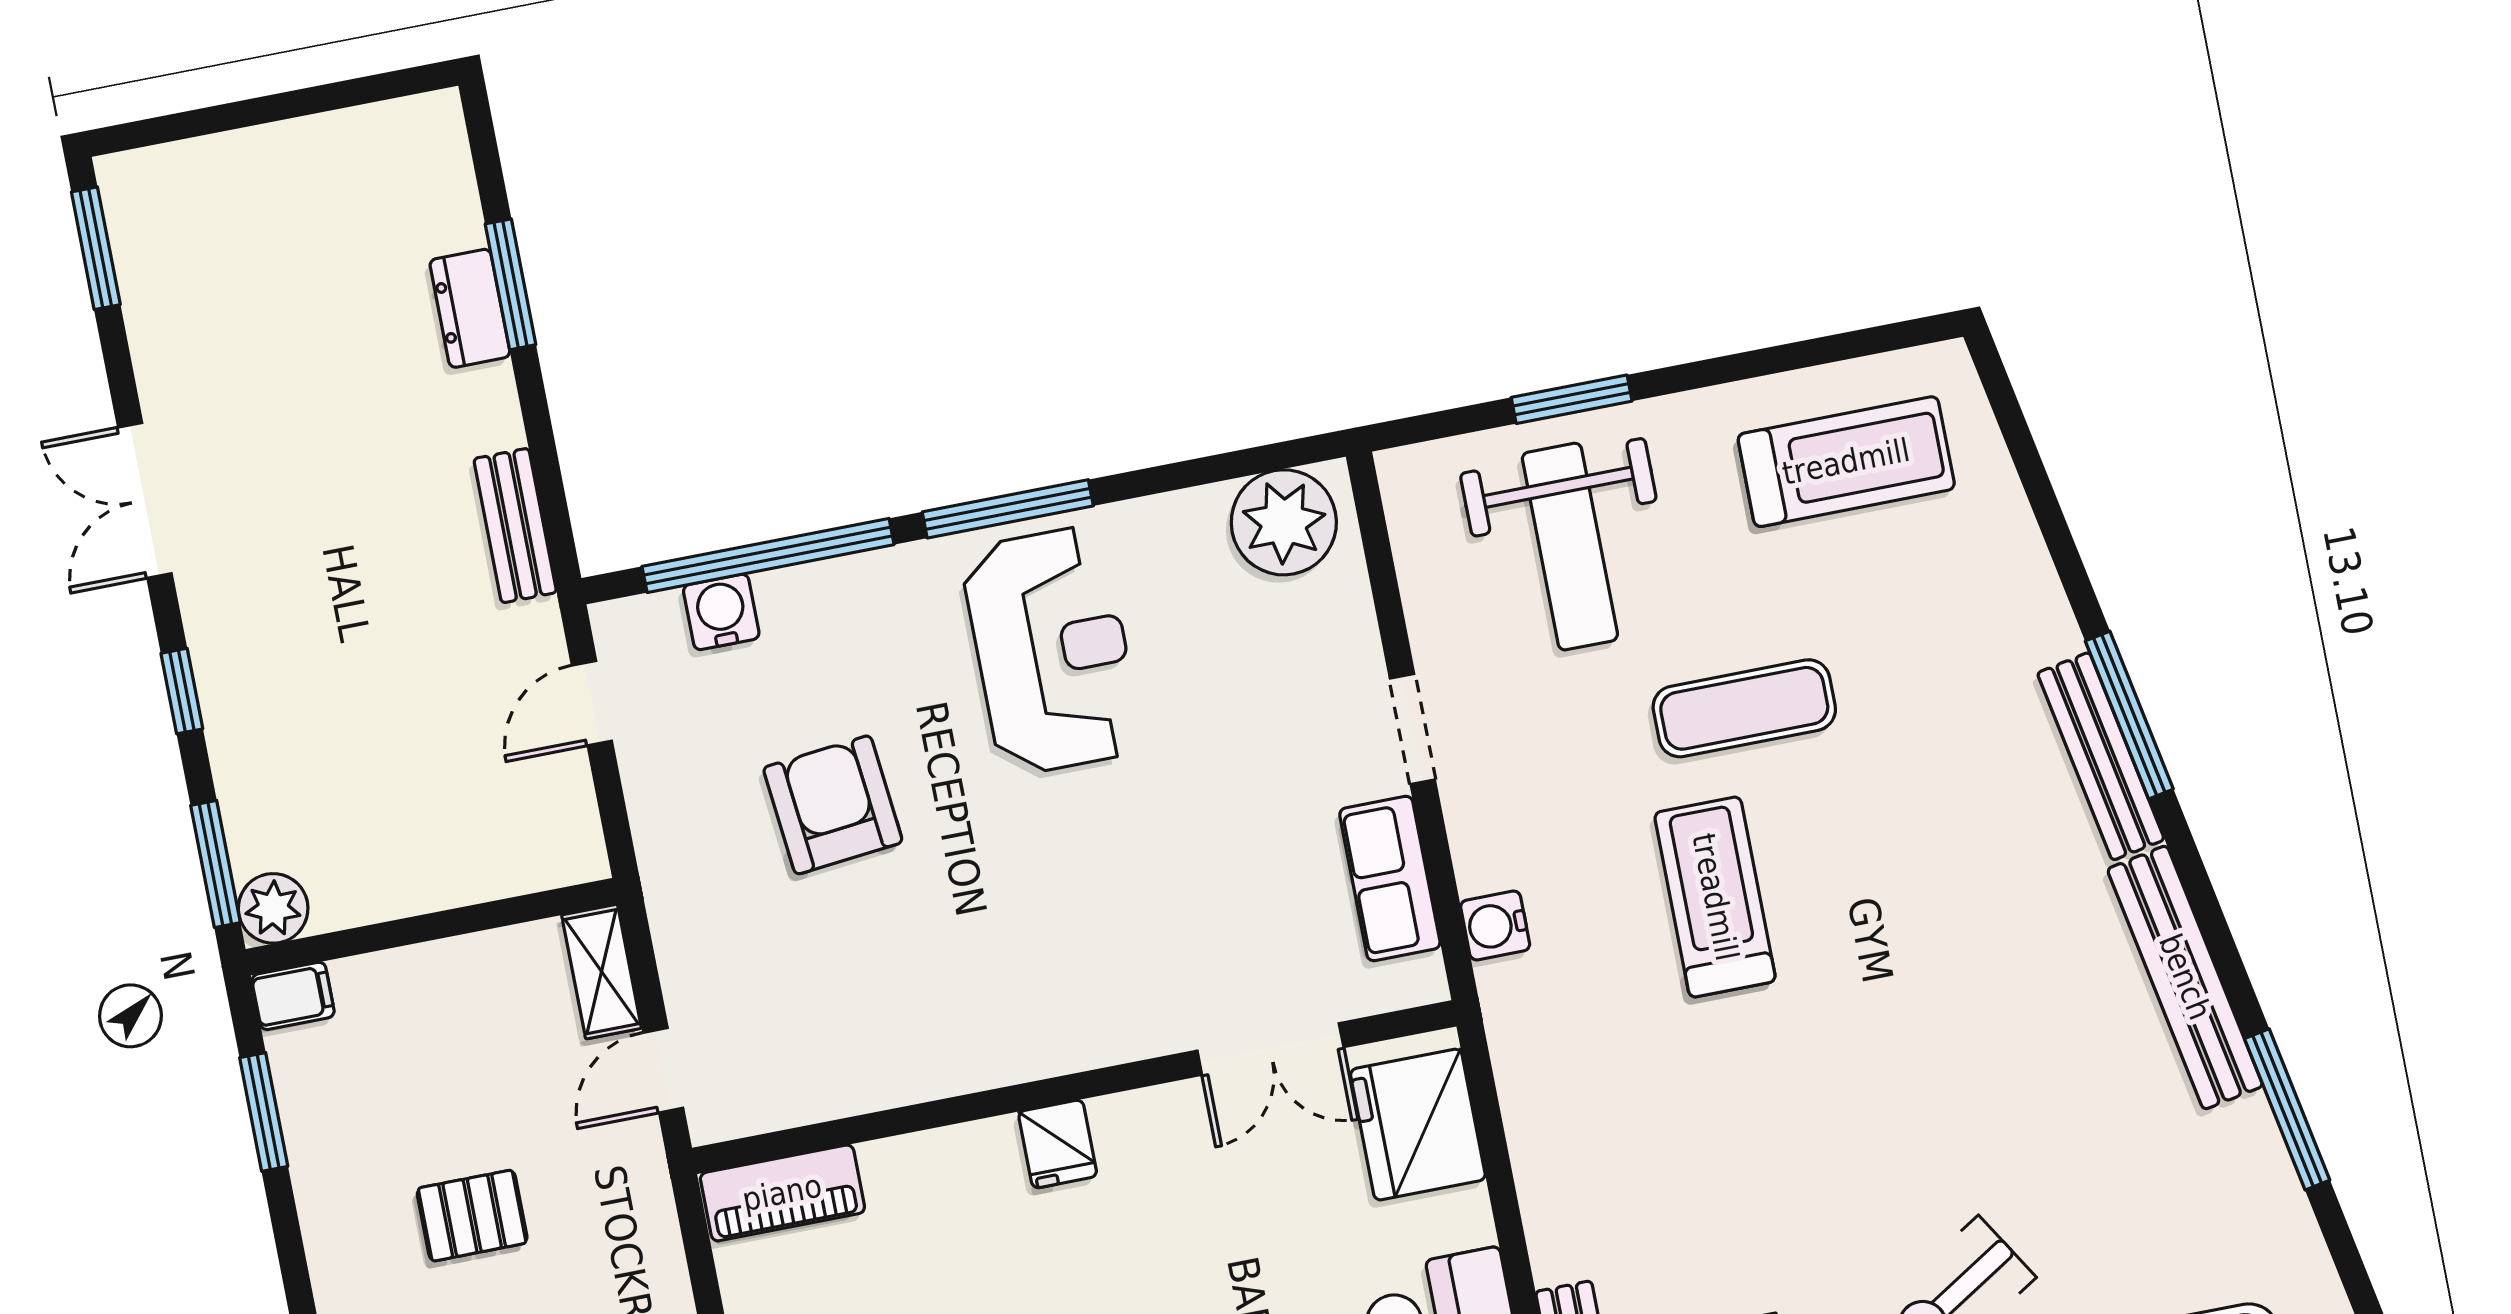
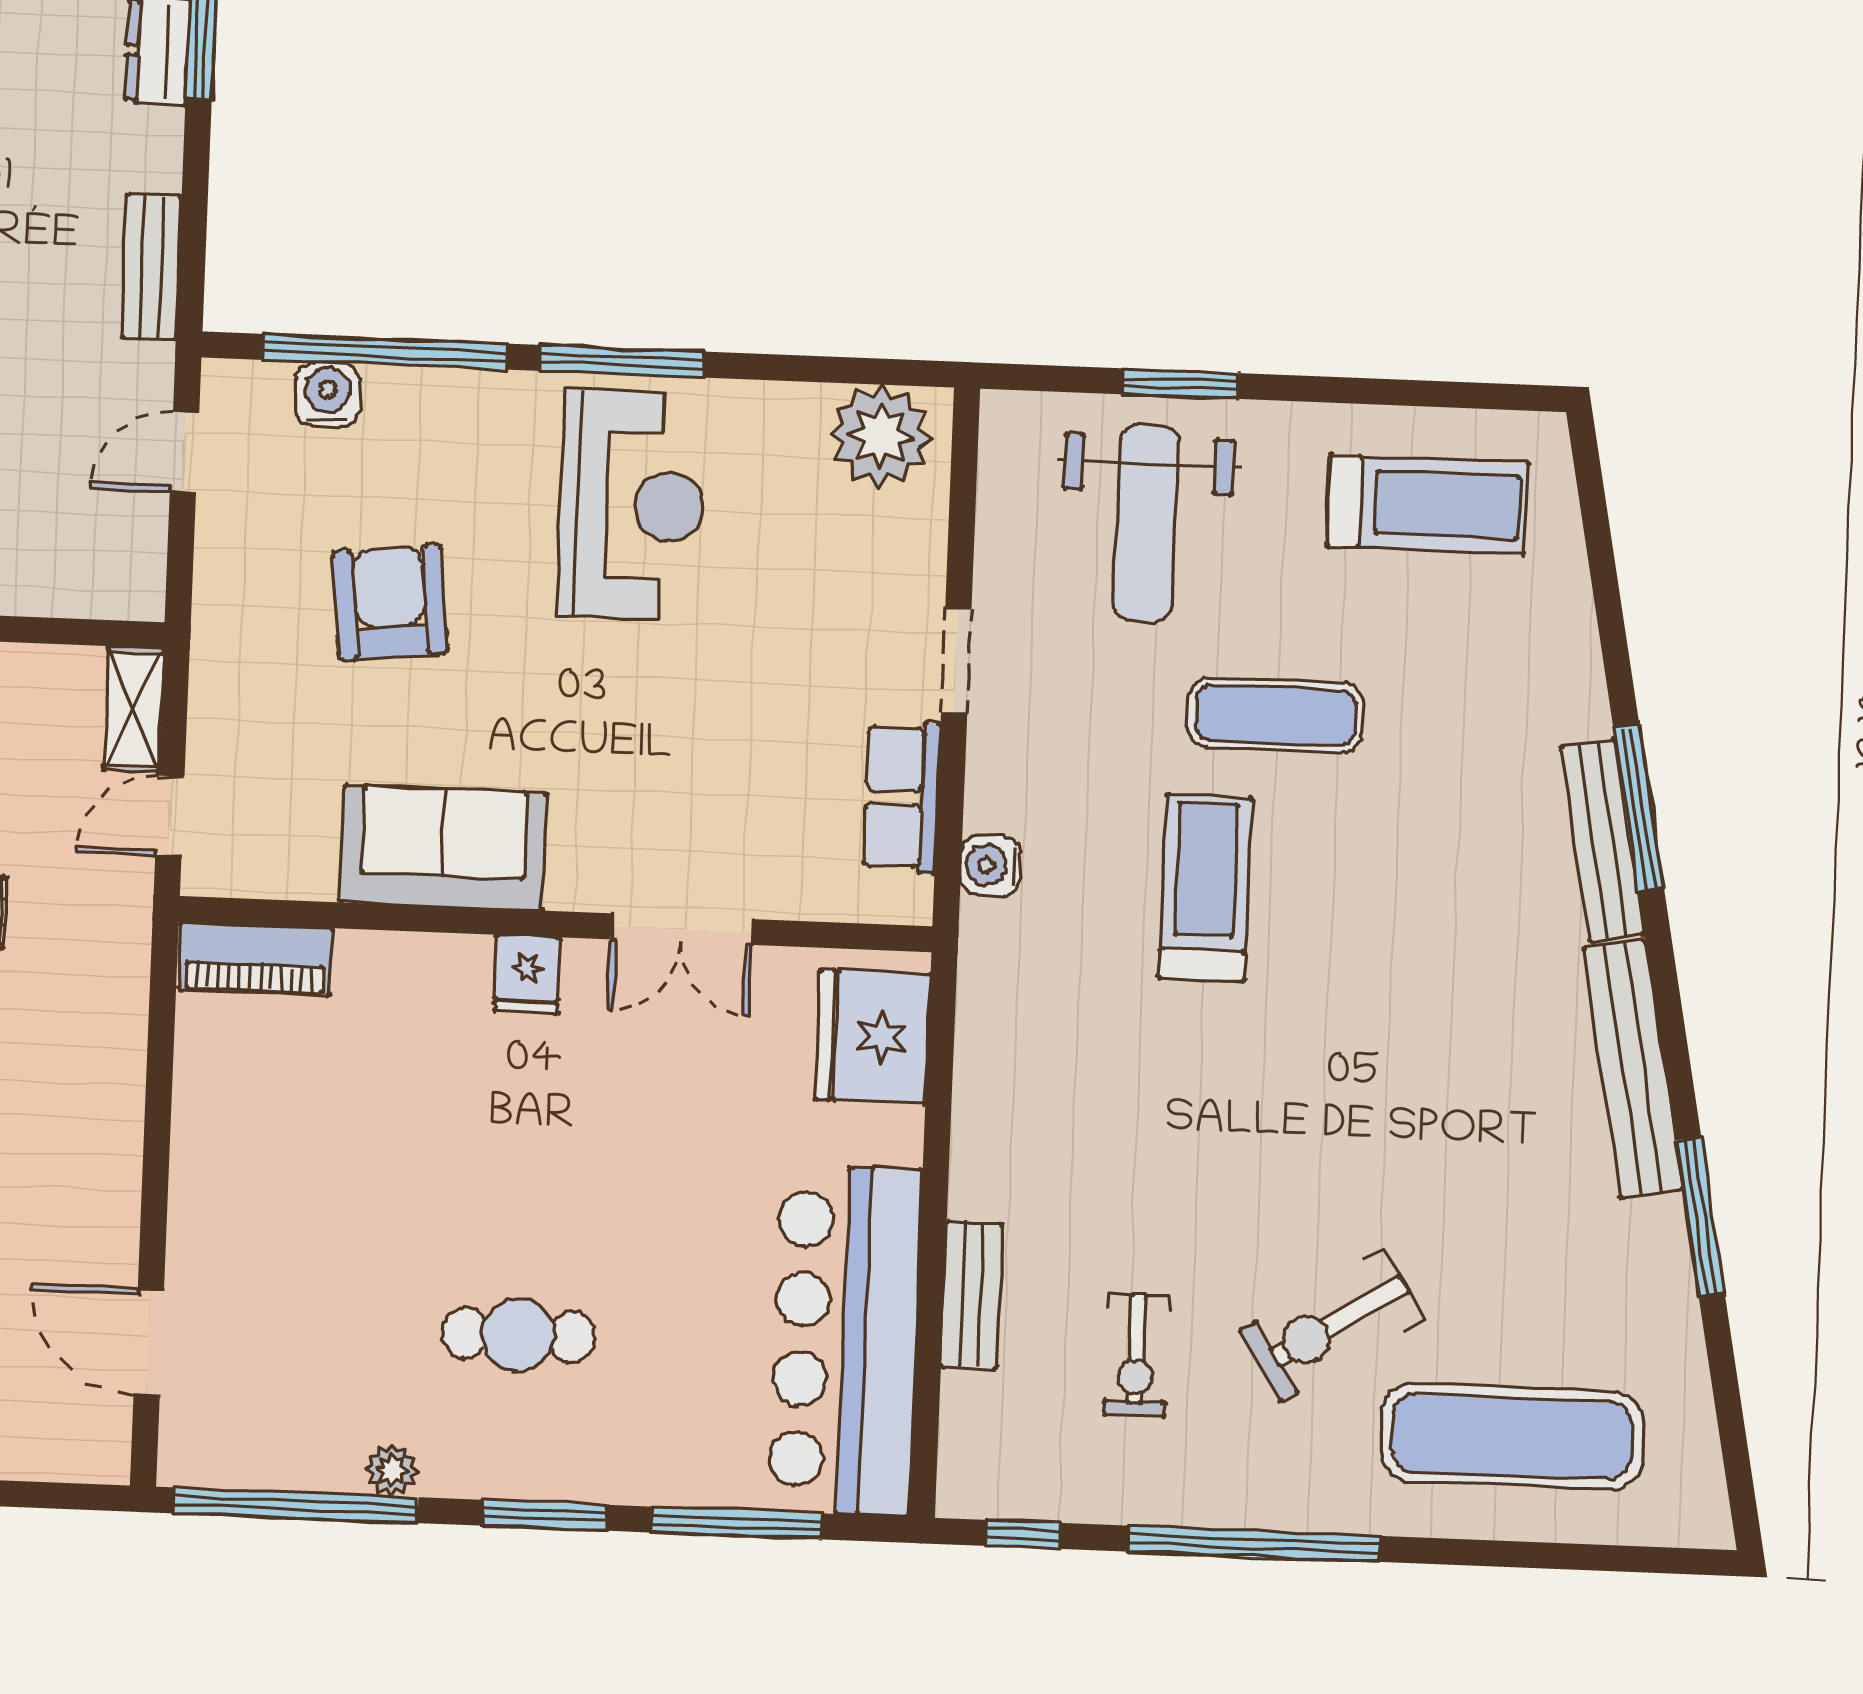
sofa: (944, 1037) -> (444, 848), added
double door: (1270, 1049) -> (682, 929), moved

